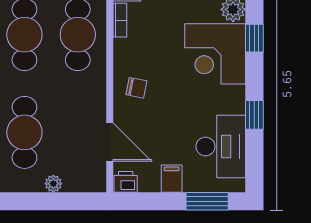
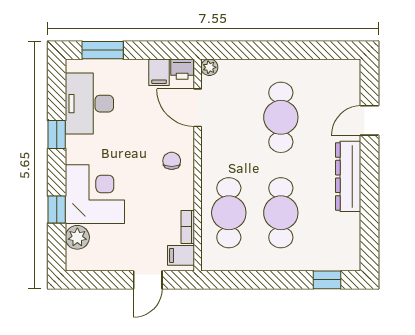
chair: (136, 88) -> (172, 161), turned 79
filing cabinet: (172, 179) -> (159, 72), moved
plant: (53, 184) -> (209, 67), moved

